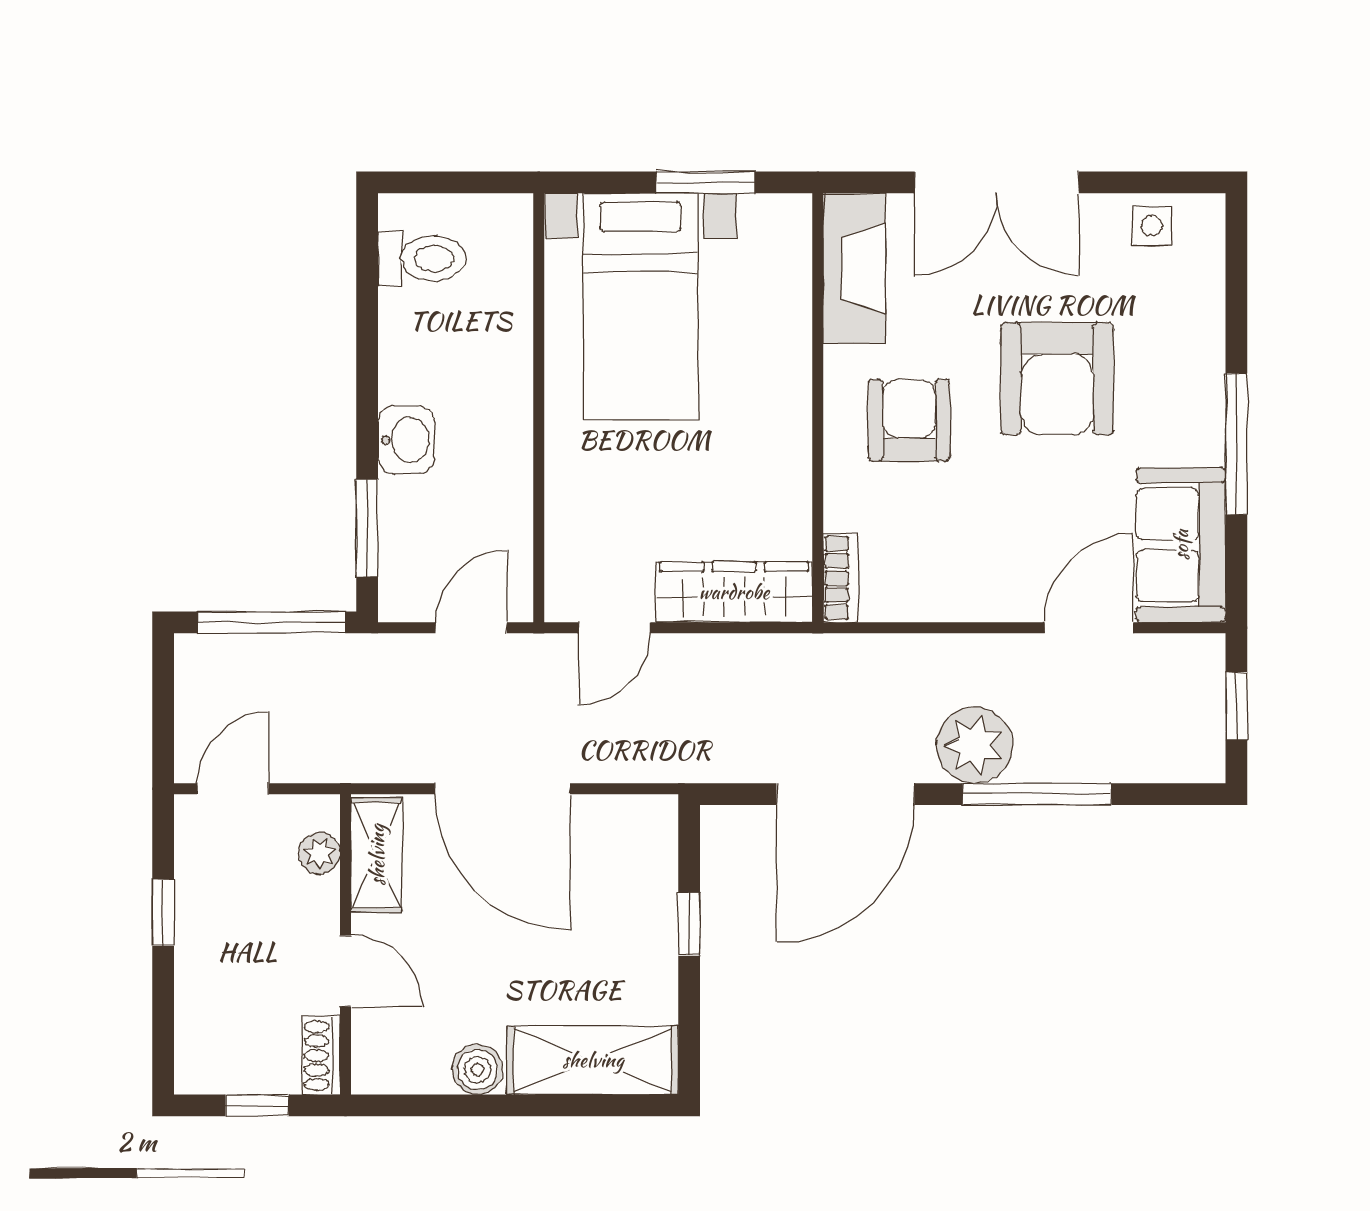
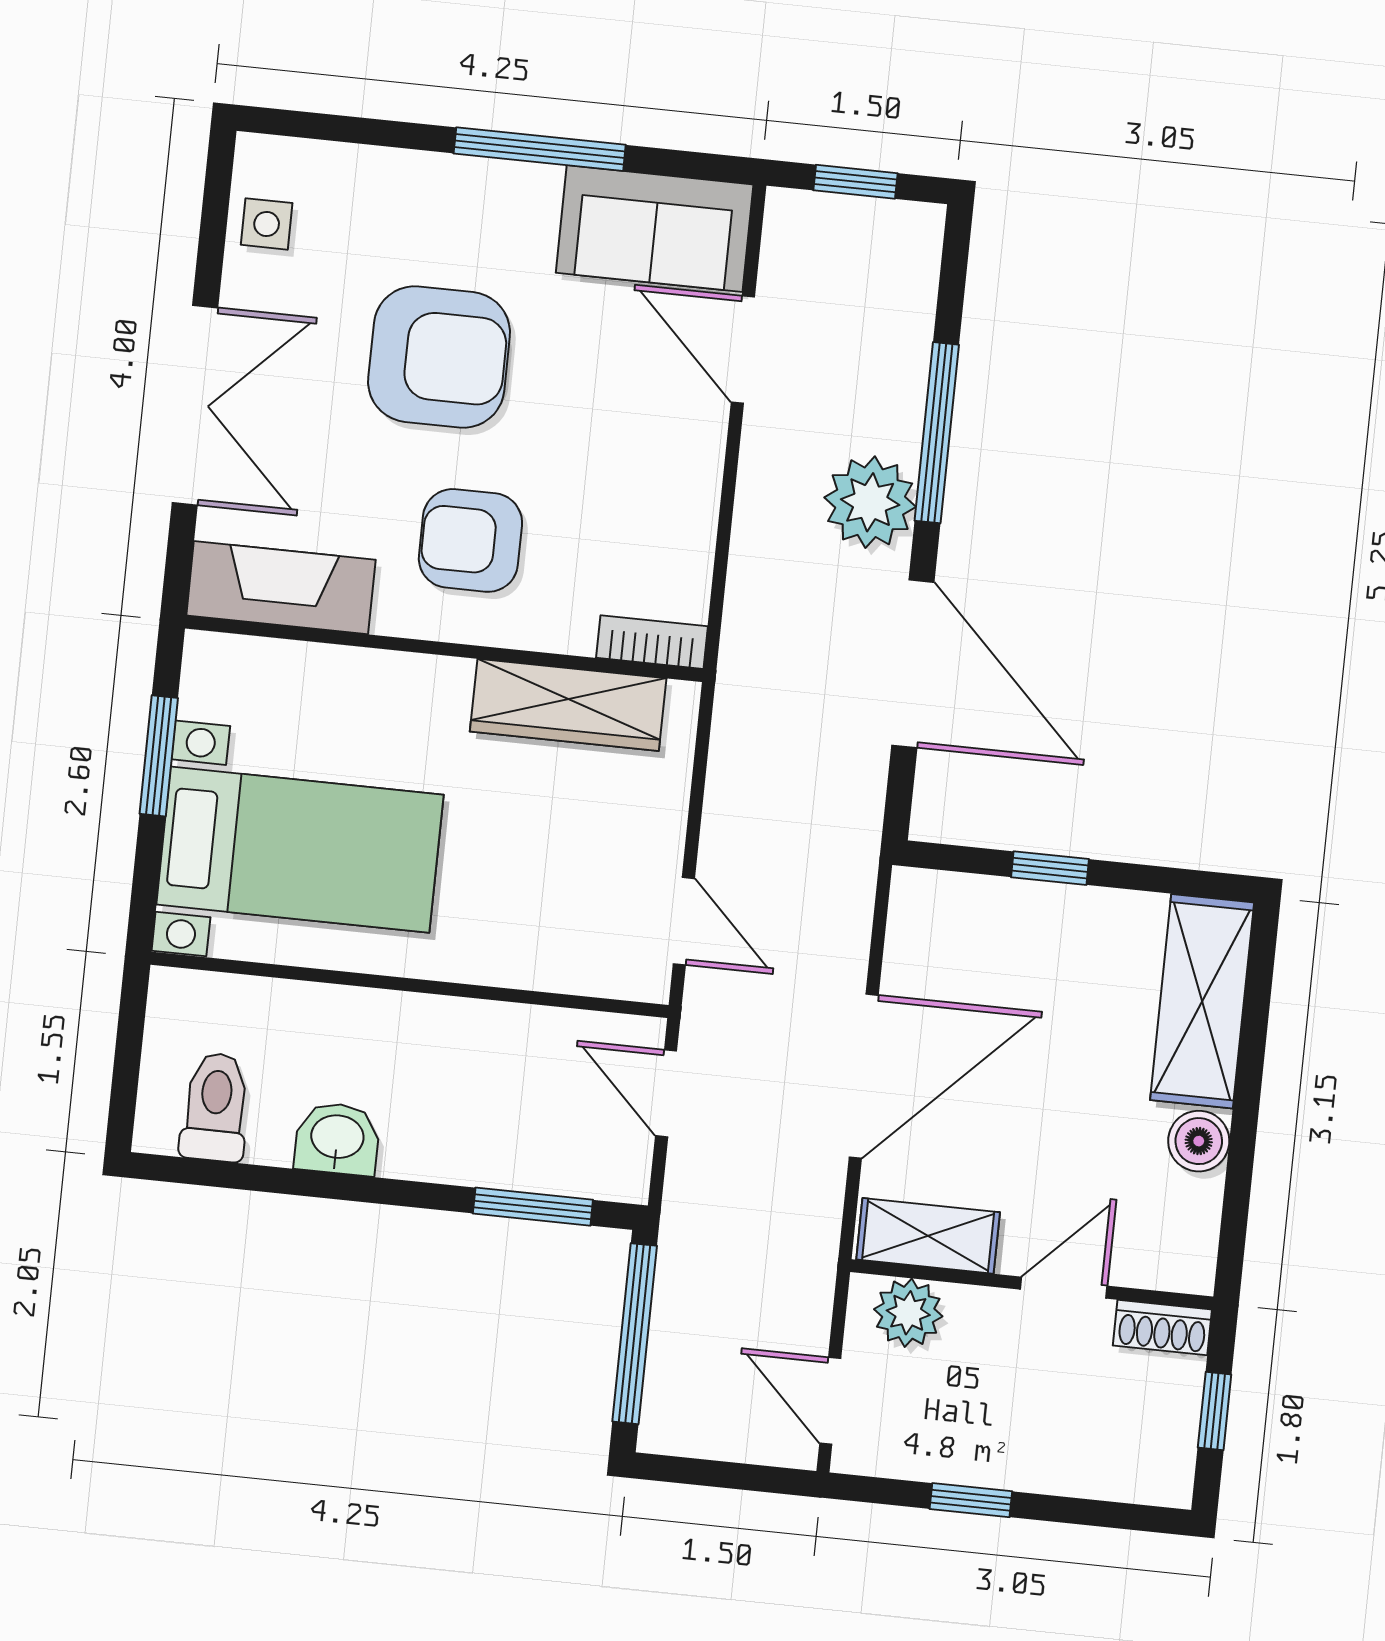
washbasin: (406, 440) -> (337, 1139), moved
wardrobe: (734, 592) -> (568, 705), moved, turned -90
plant: (319, 853) -> (908, 1313), width x1.38, depth x1.38

